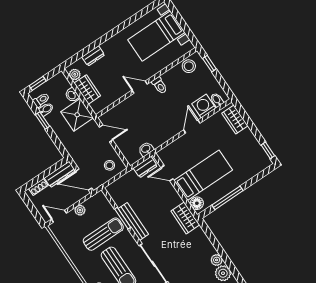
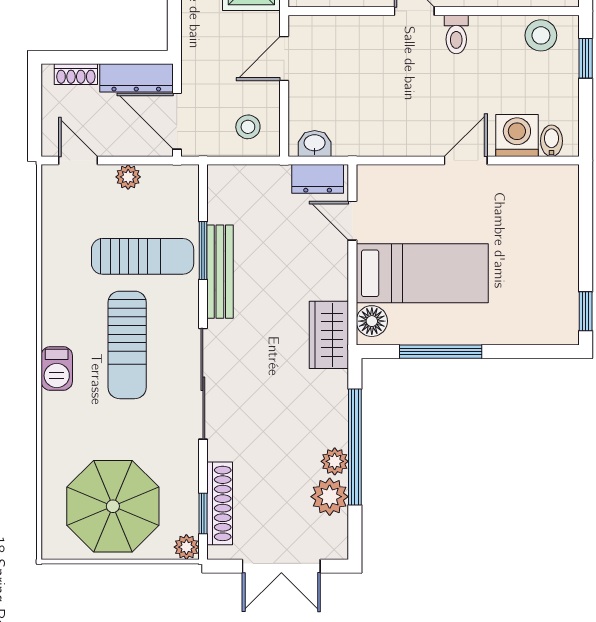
wardrobe: (235, 120) -> (561, 205), removed
door: (106, 133) -> (284, 58), swing flipped
washbasin: (146, 149) -> (315, 144), moved
window: (220, 250) -> (355, 447), added

